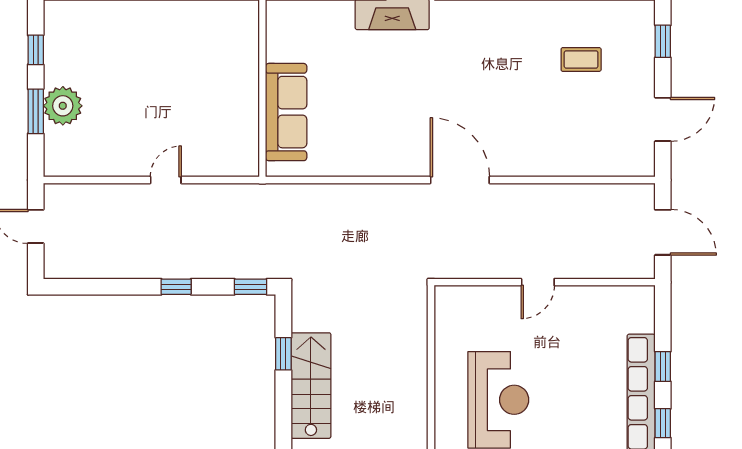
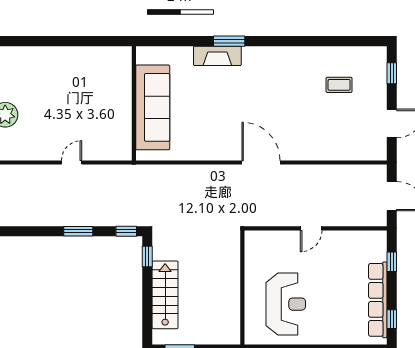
sofa: (286, 112) -> (153, 107), width x1.36, depth x1.27
window: (176, 287) -> (78, 231), width x1.50
window: (283, 354) -> (147, 256), moved
window: (663, 367) -> (392, 262), moved

